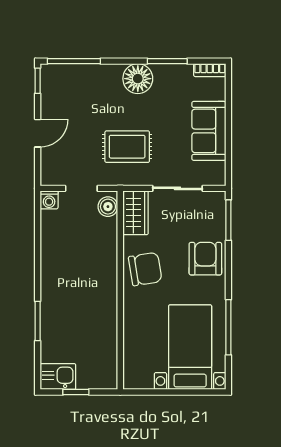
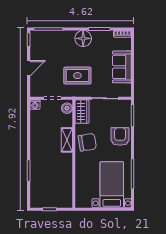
shelving: (108, 265) -> (67, 140), added
kitchen sink: (58, 377) -> (40, 201), removed

